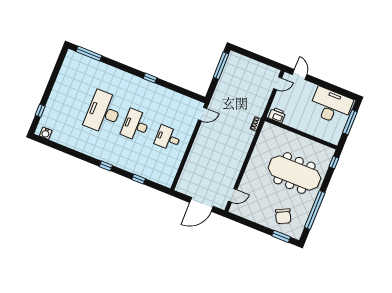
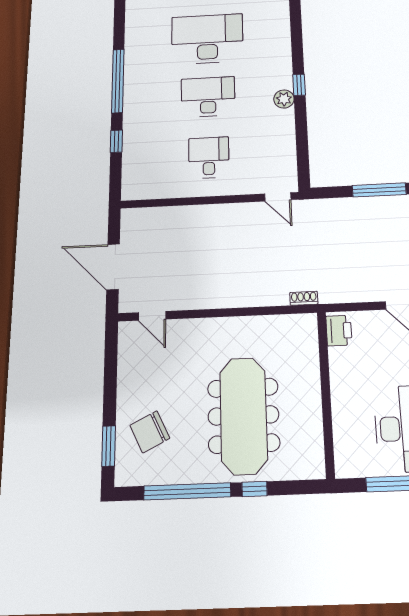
plant: (154, 89) -> (284, 99), added
window: (334, 162) -> (255, 489), moved
window: (106, 166) -> (118, 81), width x3.17

